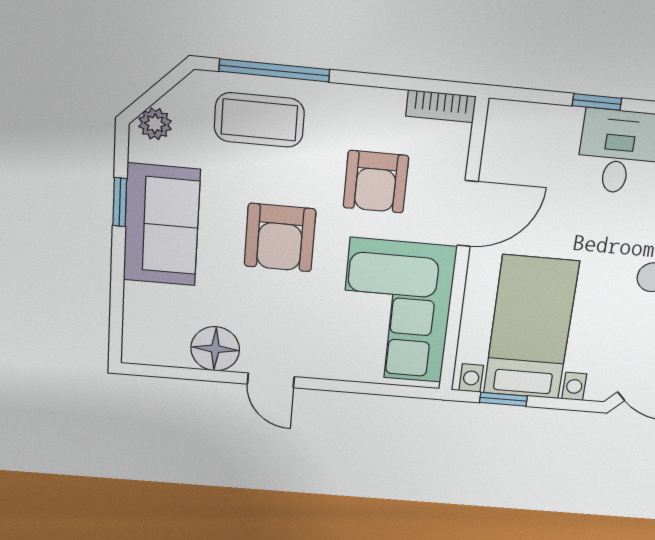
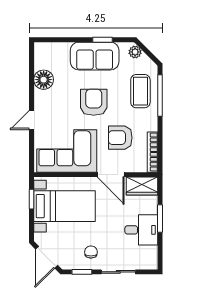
window: (597, 102) -> (160, 219), width x1.50
bookcase: (441, 106) -> (153, 152), width x1.56
wardrobe: (507, 139) -> (142, 186), added
armchair: (280, 238) -> (94, 102), turned 90
door: (271, 380) -> (31, 120), moved

